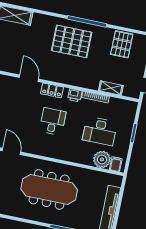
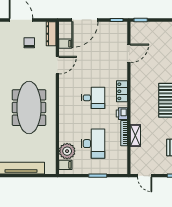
door: (29, 78) -> (129, 53), moved
shelving: (111, 88) -> (135, 135), moved
desk: (100, 131) -> (93, 144), turned 180

